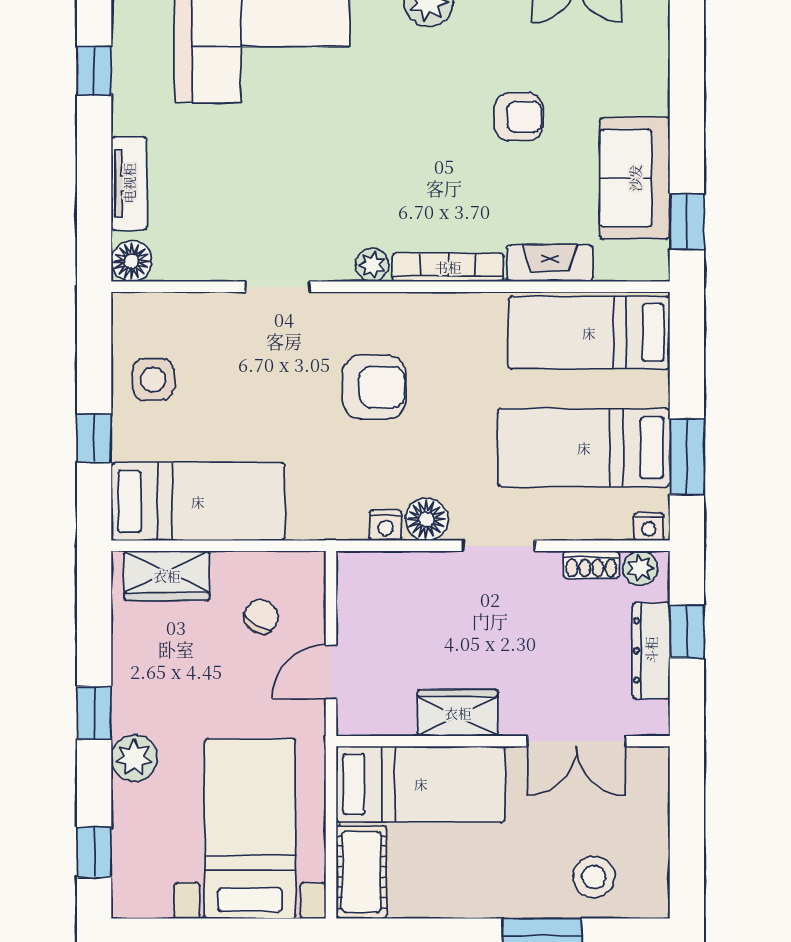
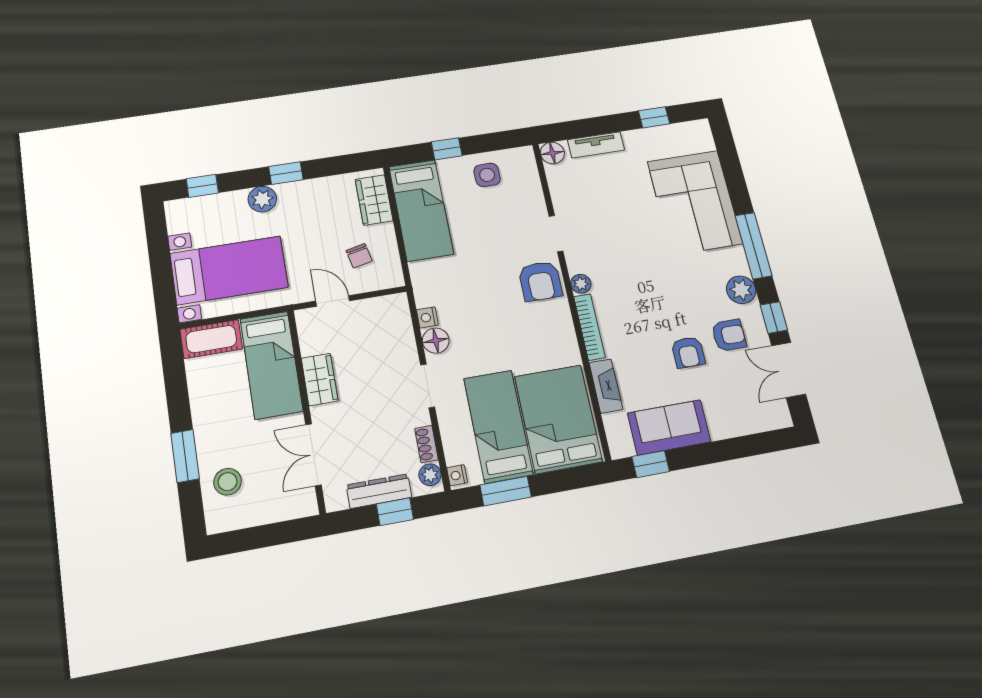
armchair: (502, 43) -> (729, 335), added
bed: (589, 333) -> (558, 419), width x1.50
armchair: (374, 387) -> (540, 281), moved
chair: (261, 617) -> (359, 256), turned 46

